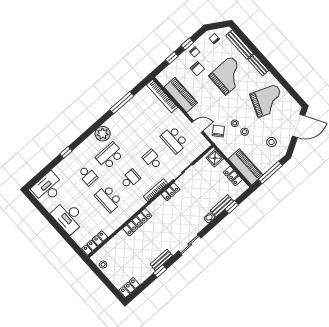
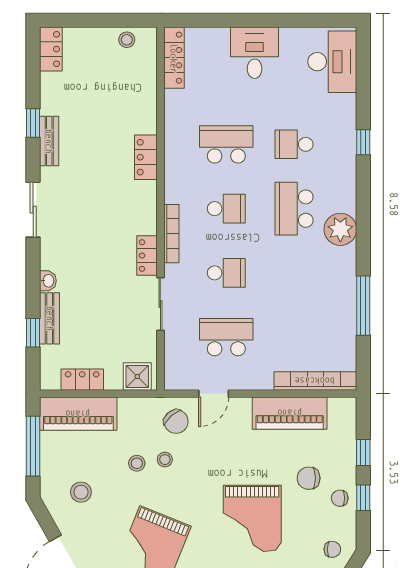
school desk: (110, 156) -> (294, 209), turned 180
school desk: (130, 179) -> (226, 209), turned -90
desk: (68, 217) -> (255, 53), width x0.73
locker: (137, 222) -> (146, 157), width x0.66

